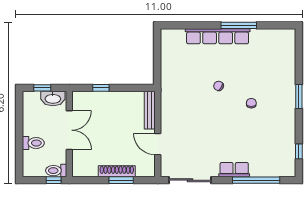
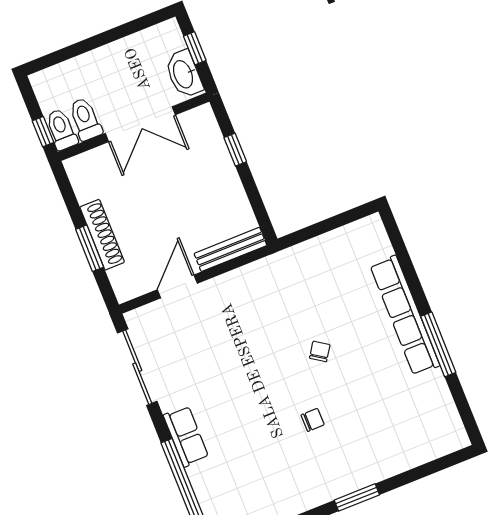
toilet: (33, 143) -> (85, 119), moved, turned 180

